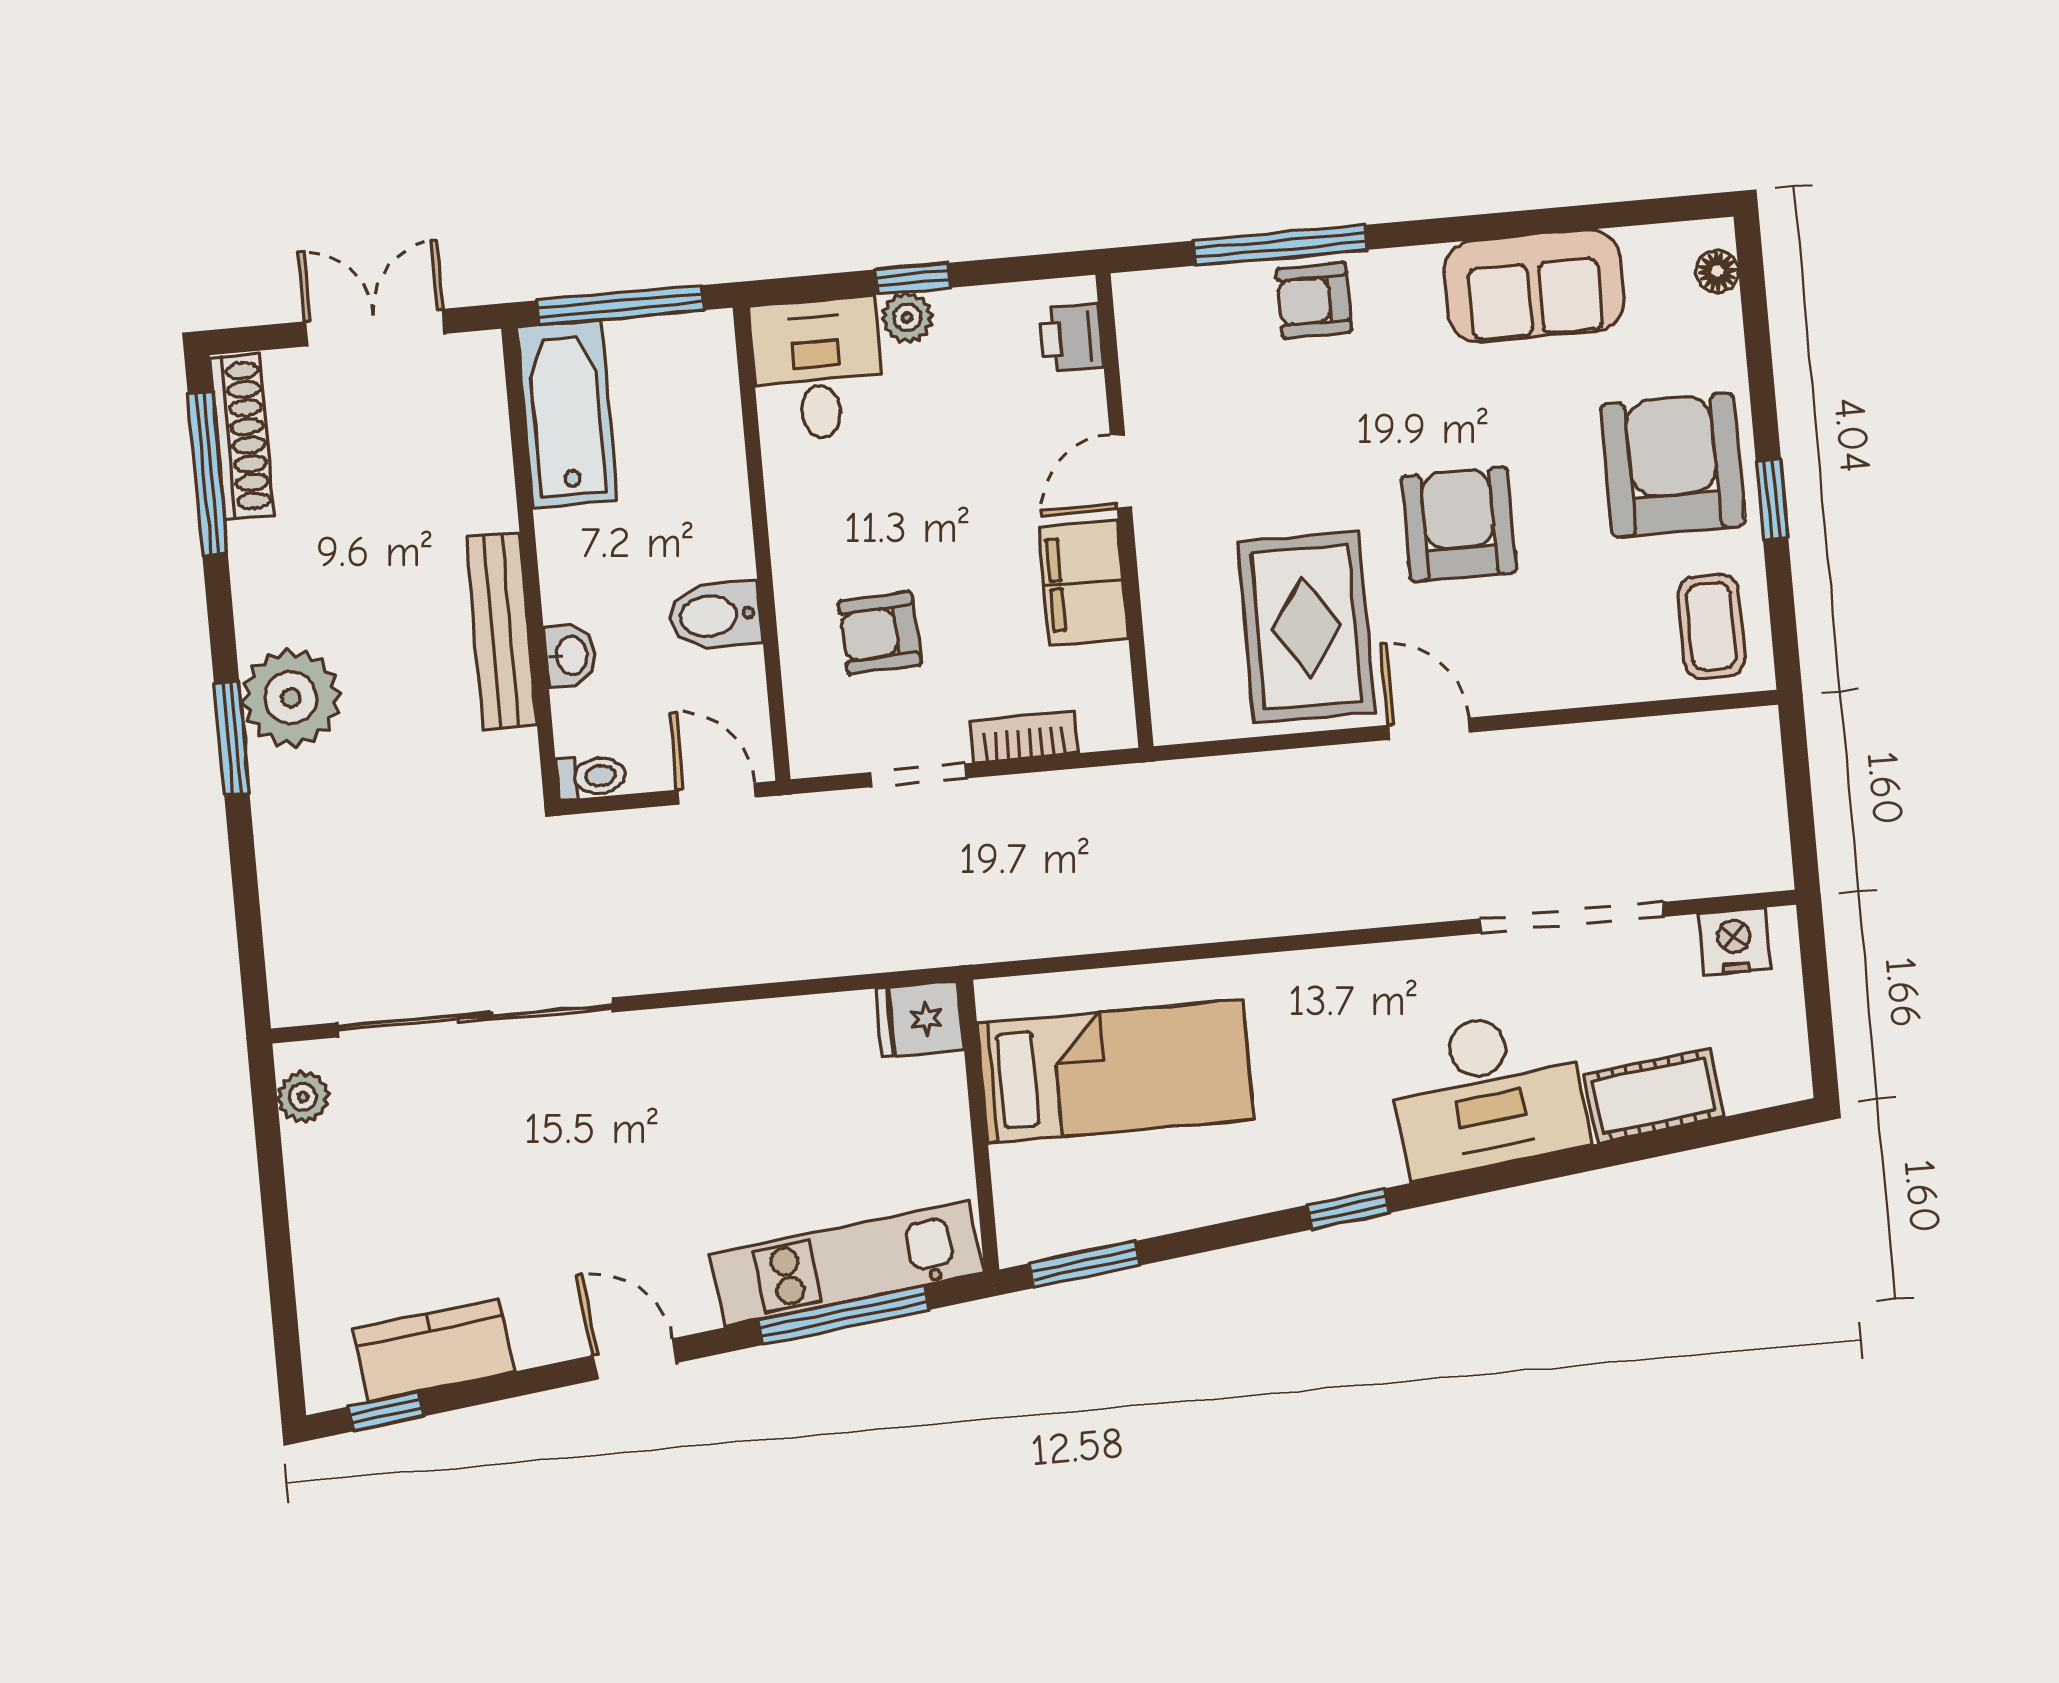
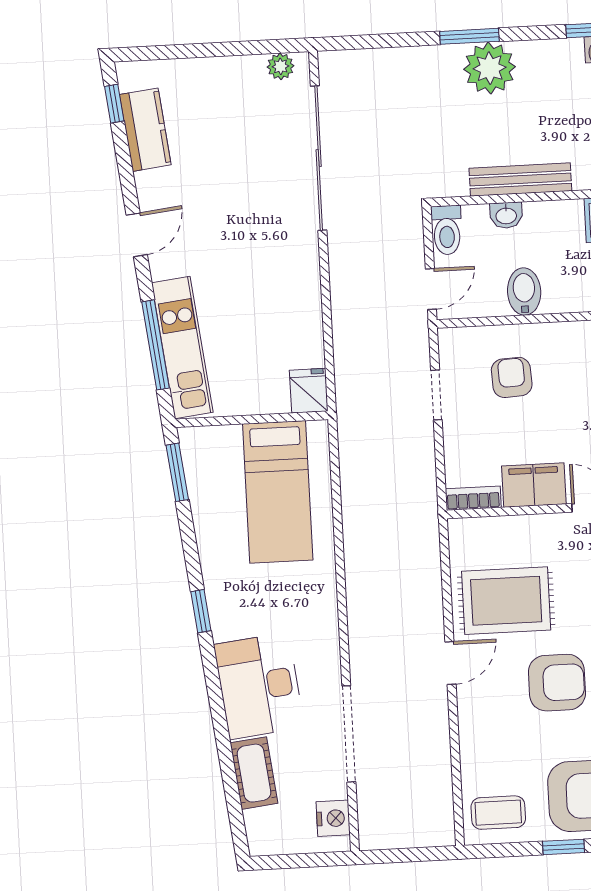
bookcase: (1024, 737) -> (473, 498), moved, turned -90
toilet: (591, 777) -> (447, 230), width x1.37, depth x1.39

